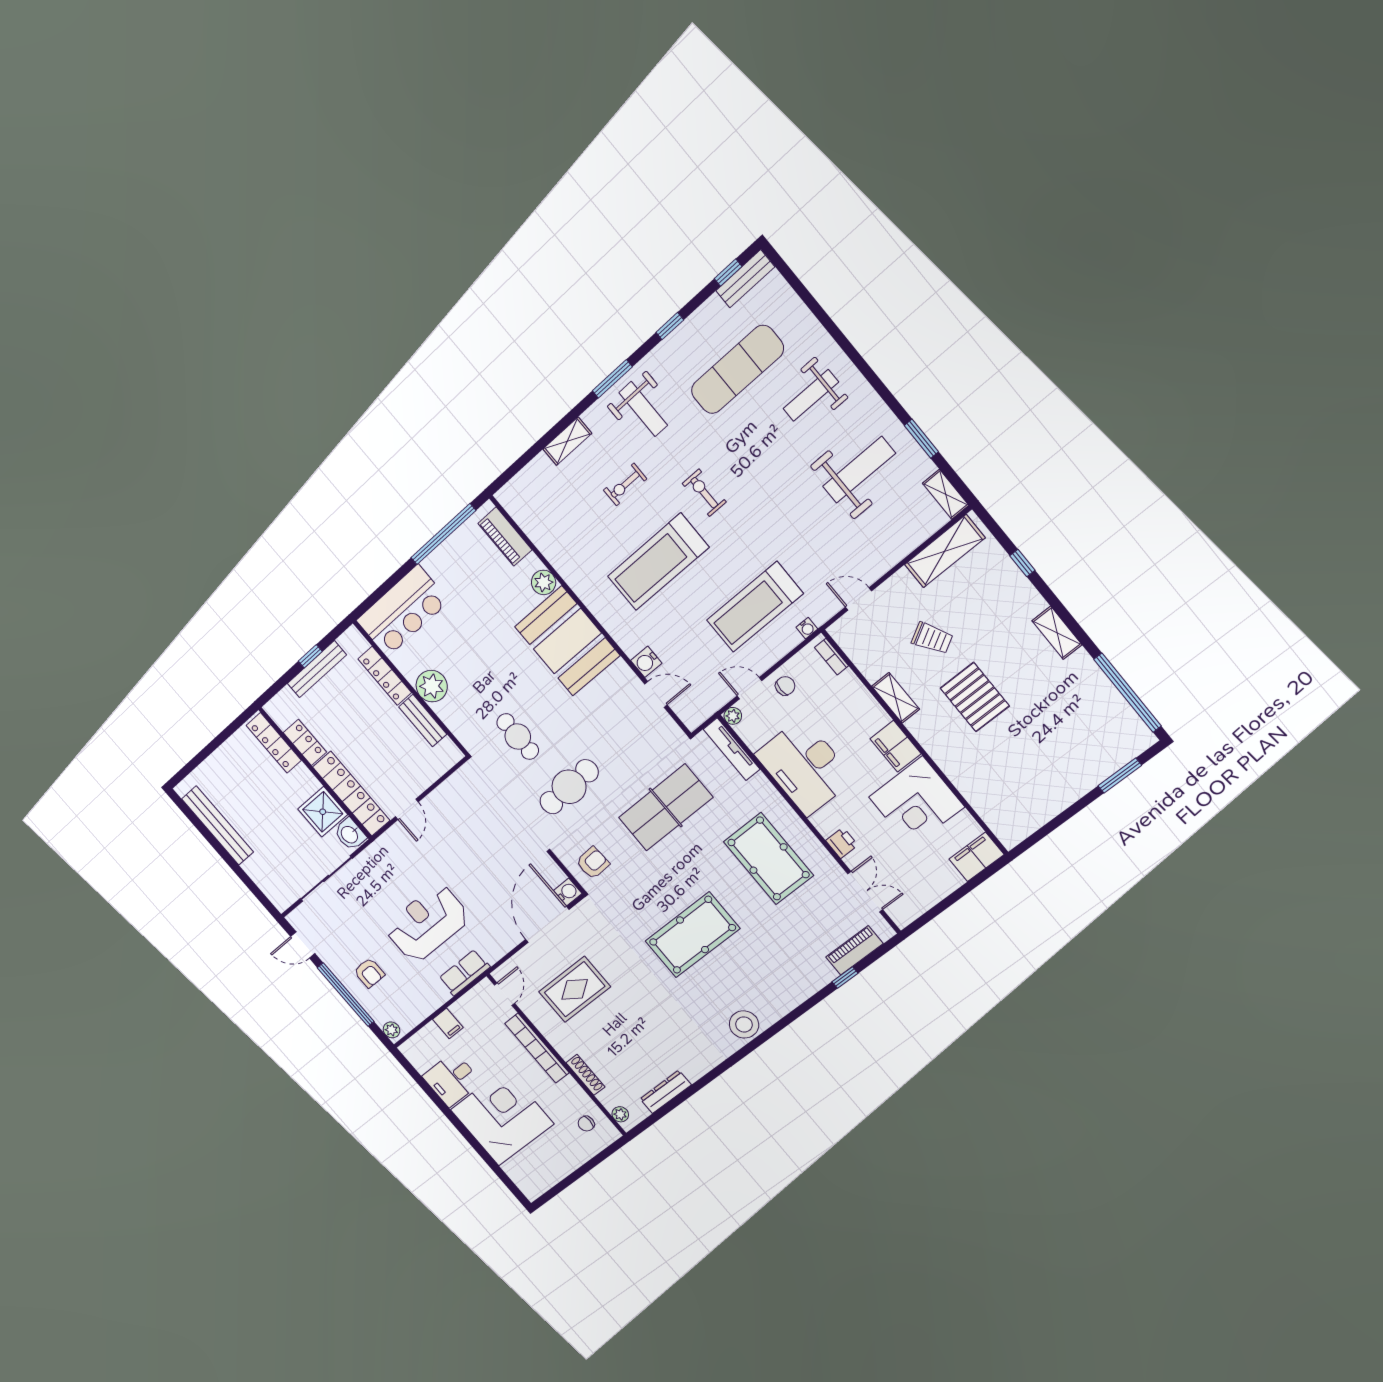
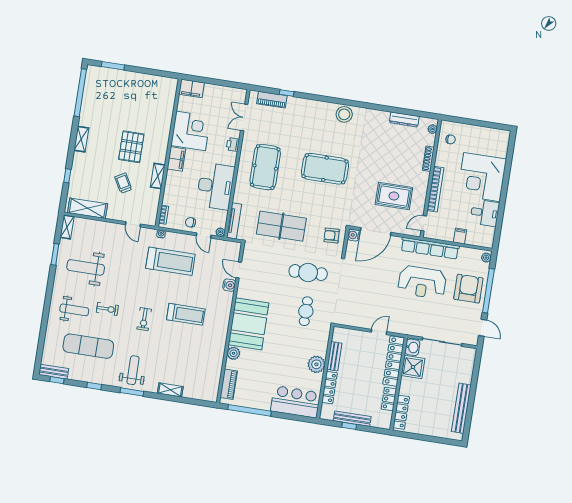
exercise bike: (625, 485) -> (107, 309), moved
treadmill: (658, 562) -> (186, 314), width x0.73, depth x0.73
armchair: (369, 973) -> (468, 289), width x1.88, depth x1.88
row of seats: (464, 973) -> (430, 248), width x2.02

